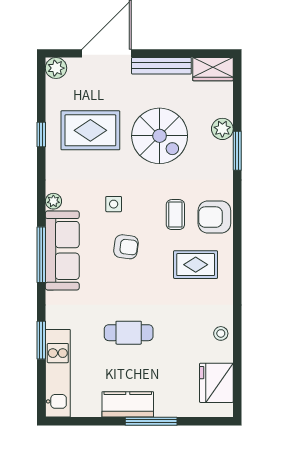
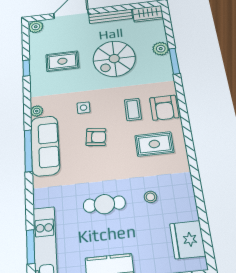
rug: (90, 130) -> (62, 61), width x0.73, depth x0.70
spiral stairs: (160, 136) -> (114, 59), turned 90
armchair: (214, 217) -> (164, 108), turned -90
stool: (221, 333) -> (150, 197), moved
window: (41, 340) -> (31, 247), moved

